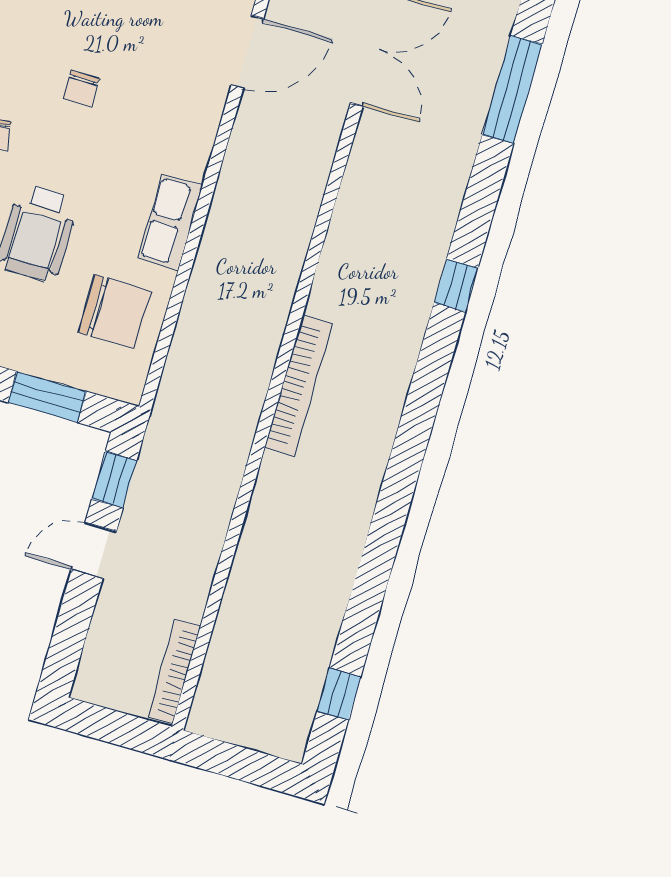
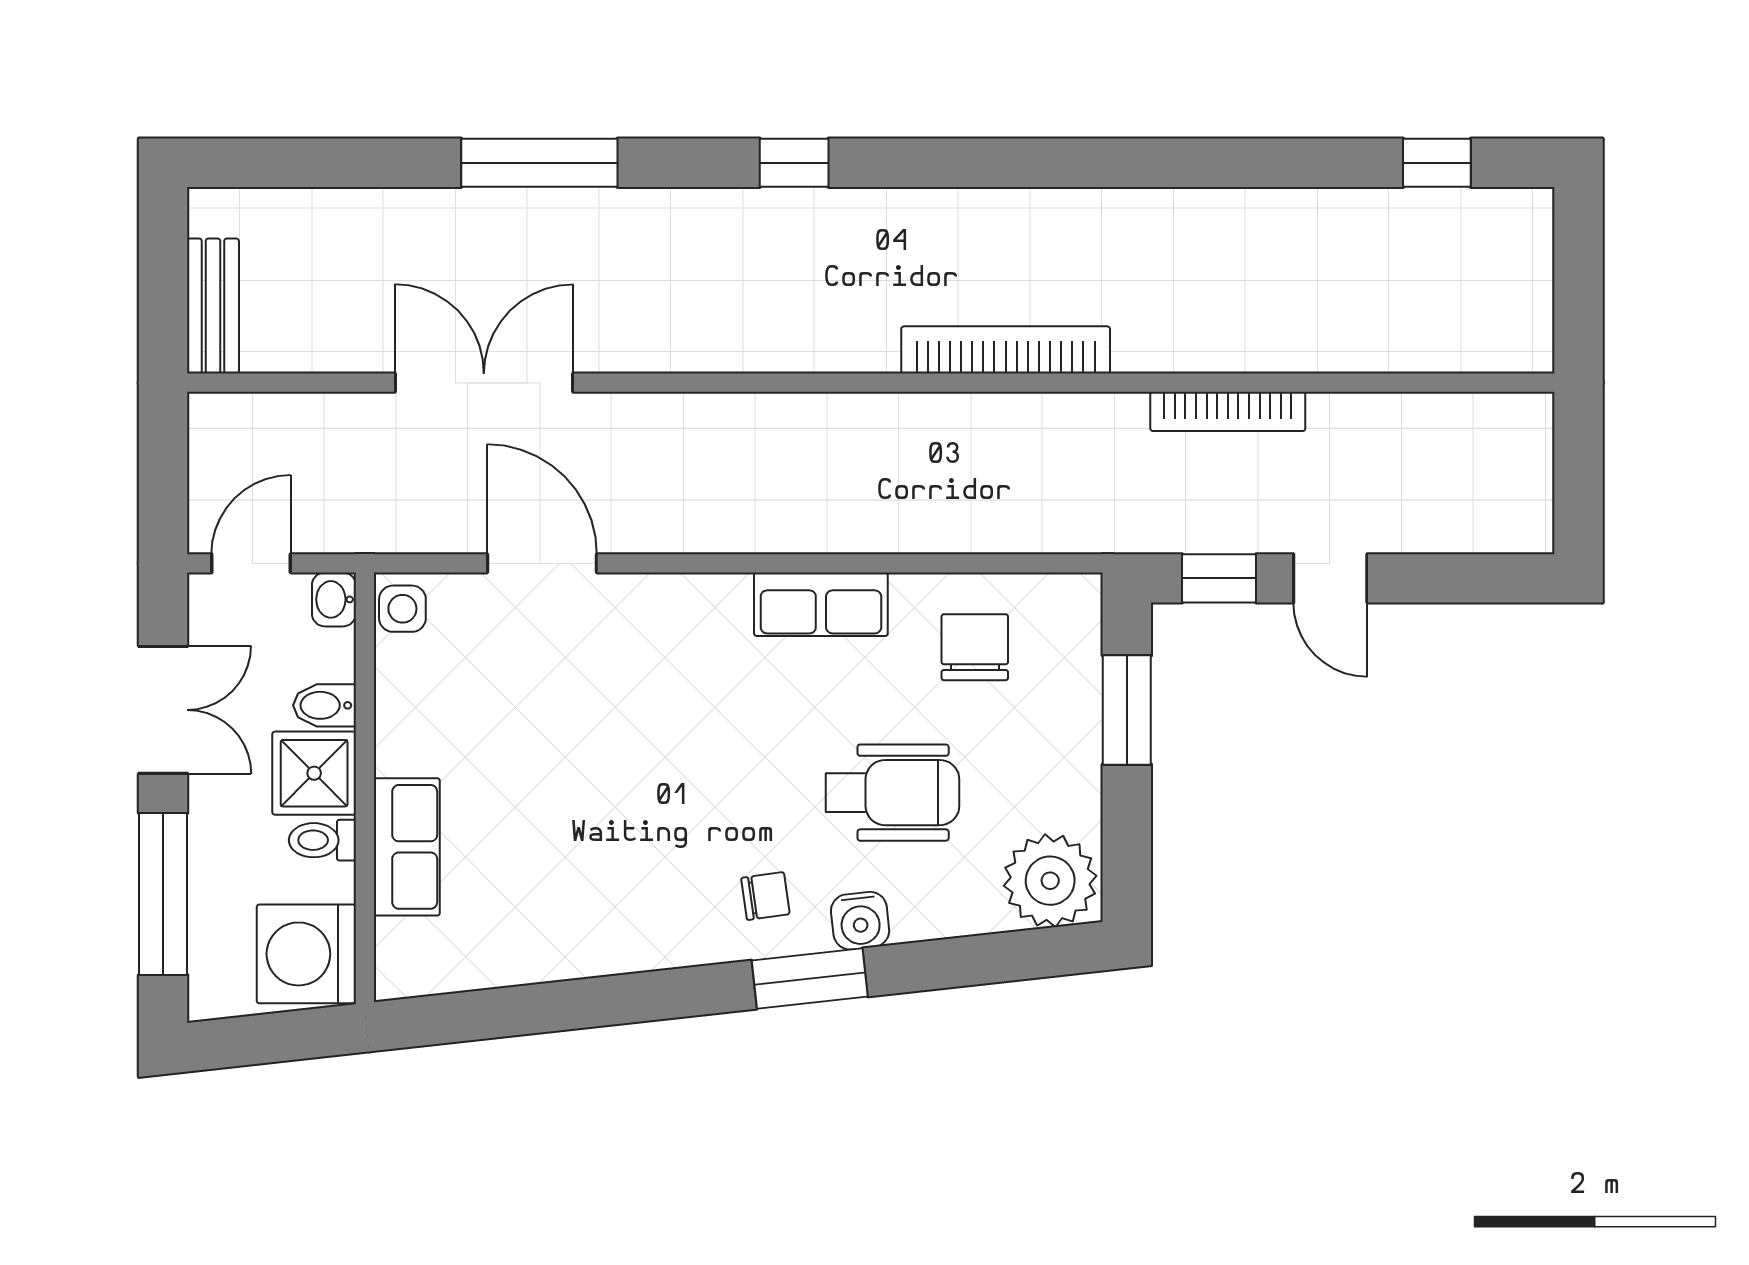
chair: (81, 88) -> (664, 789), removed
window: (512, 89) -> (539, 163), moved
chair: (115, 312) -> (975, 647), width x0.73, depth x0.73
bookcase: (174, 671) -> (1228, 411), moved

